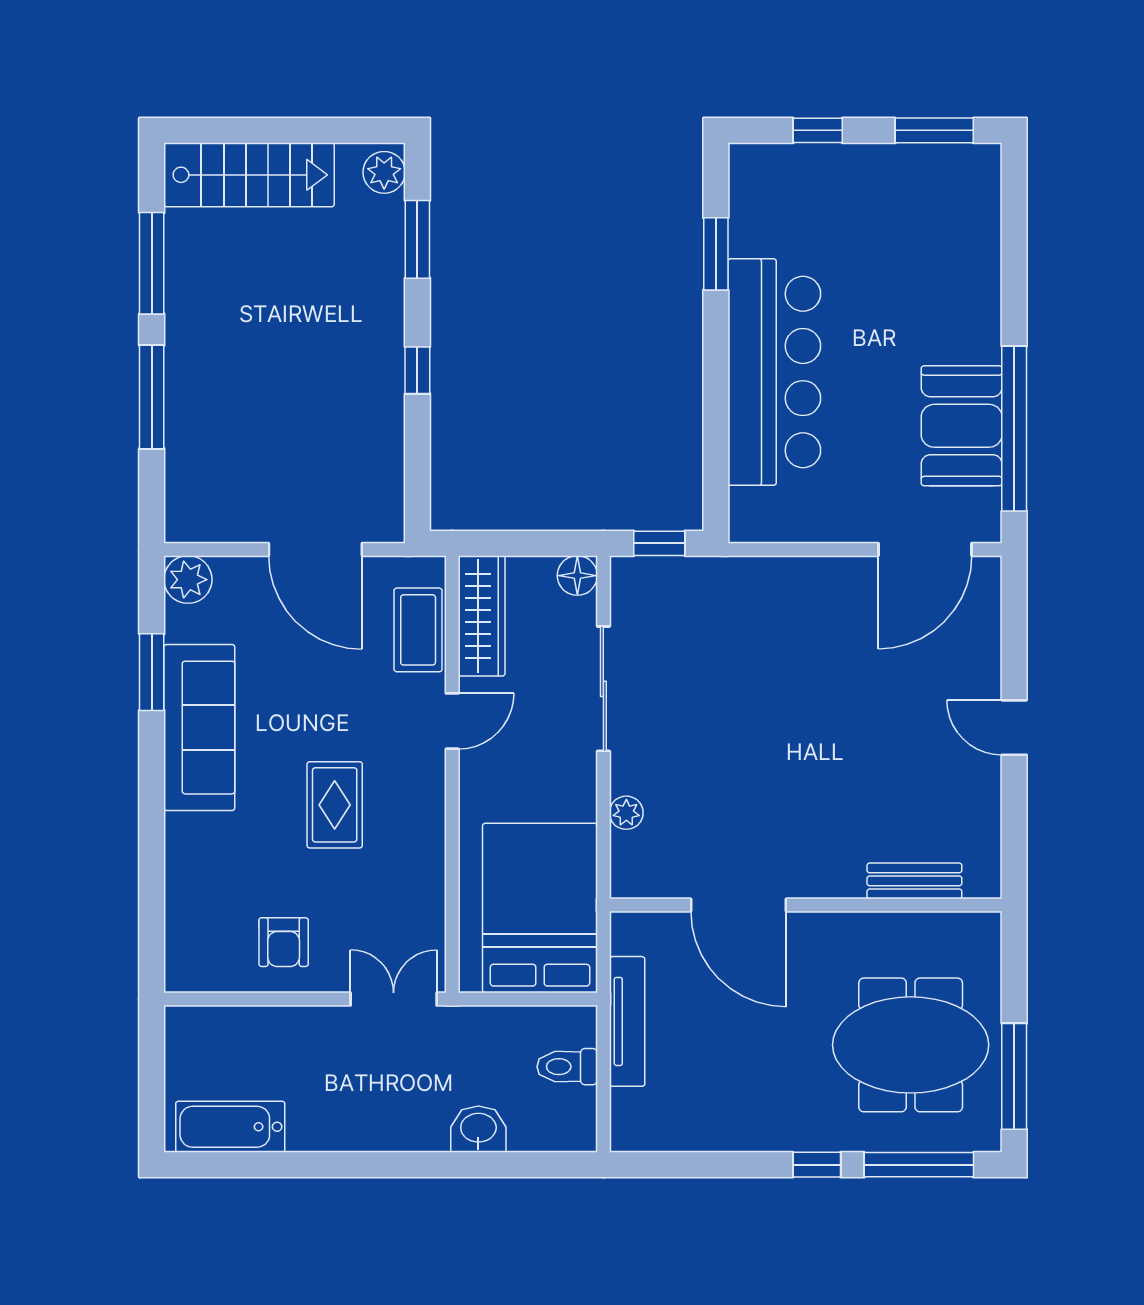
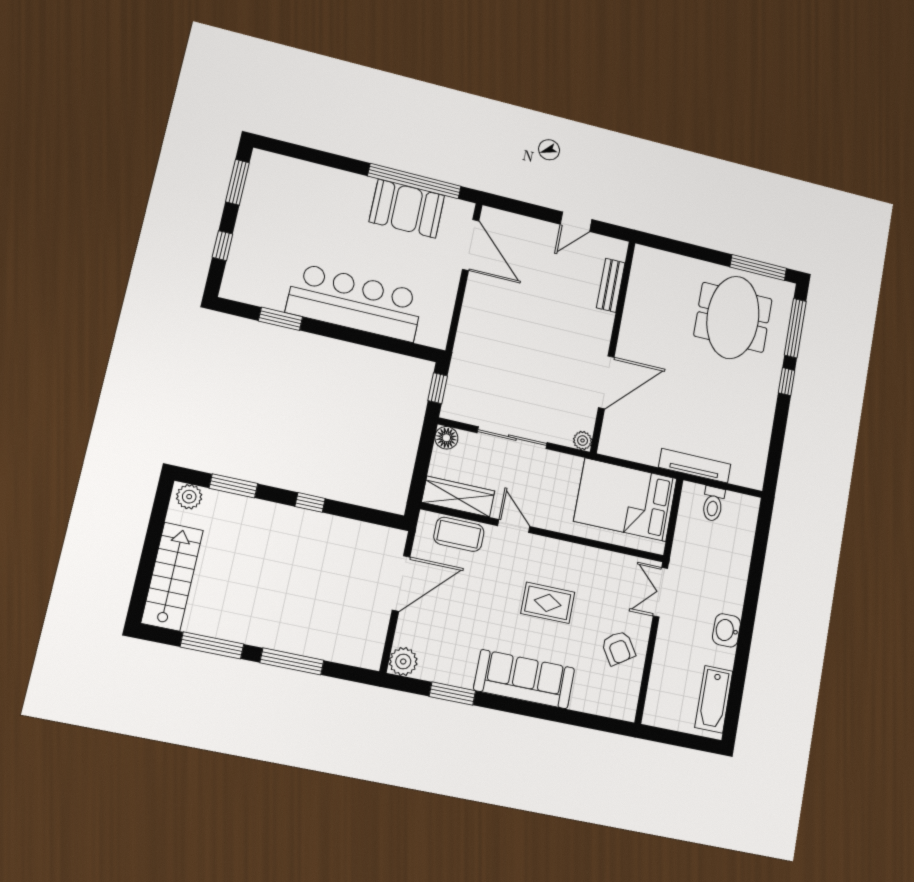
sofa: (199, 728) -> (524, 679), moved
bench: (914, 881) -> (611, 285), moved
door: (739, 905) -> (606, 382), moved
wall: (806, 905) -> (613, 346), moved
armchair: (284, 942) -> (618, 648), turned 57
washbasin: (478, 1129) -> (726, 630), moved

